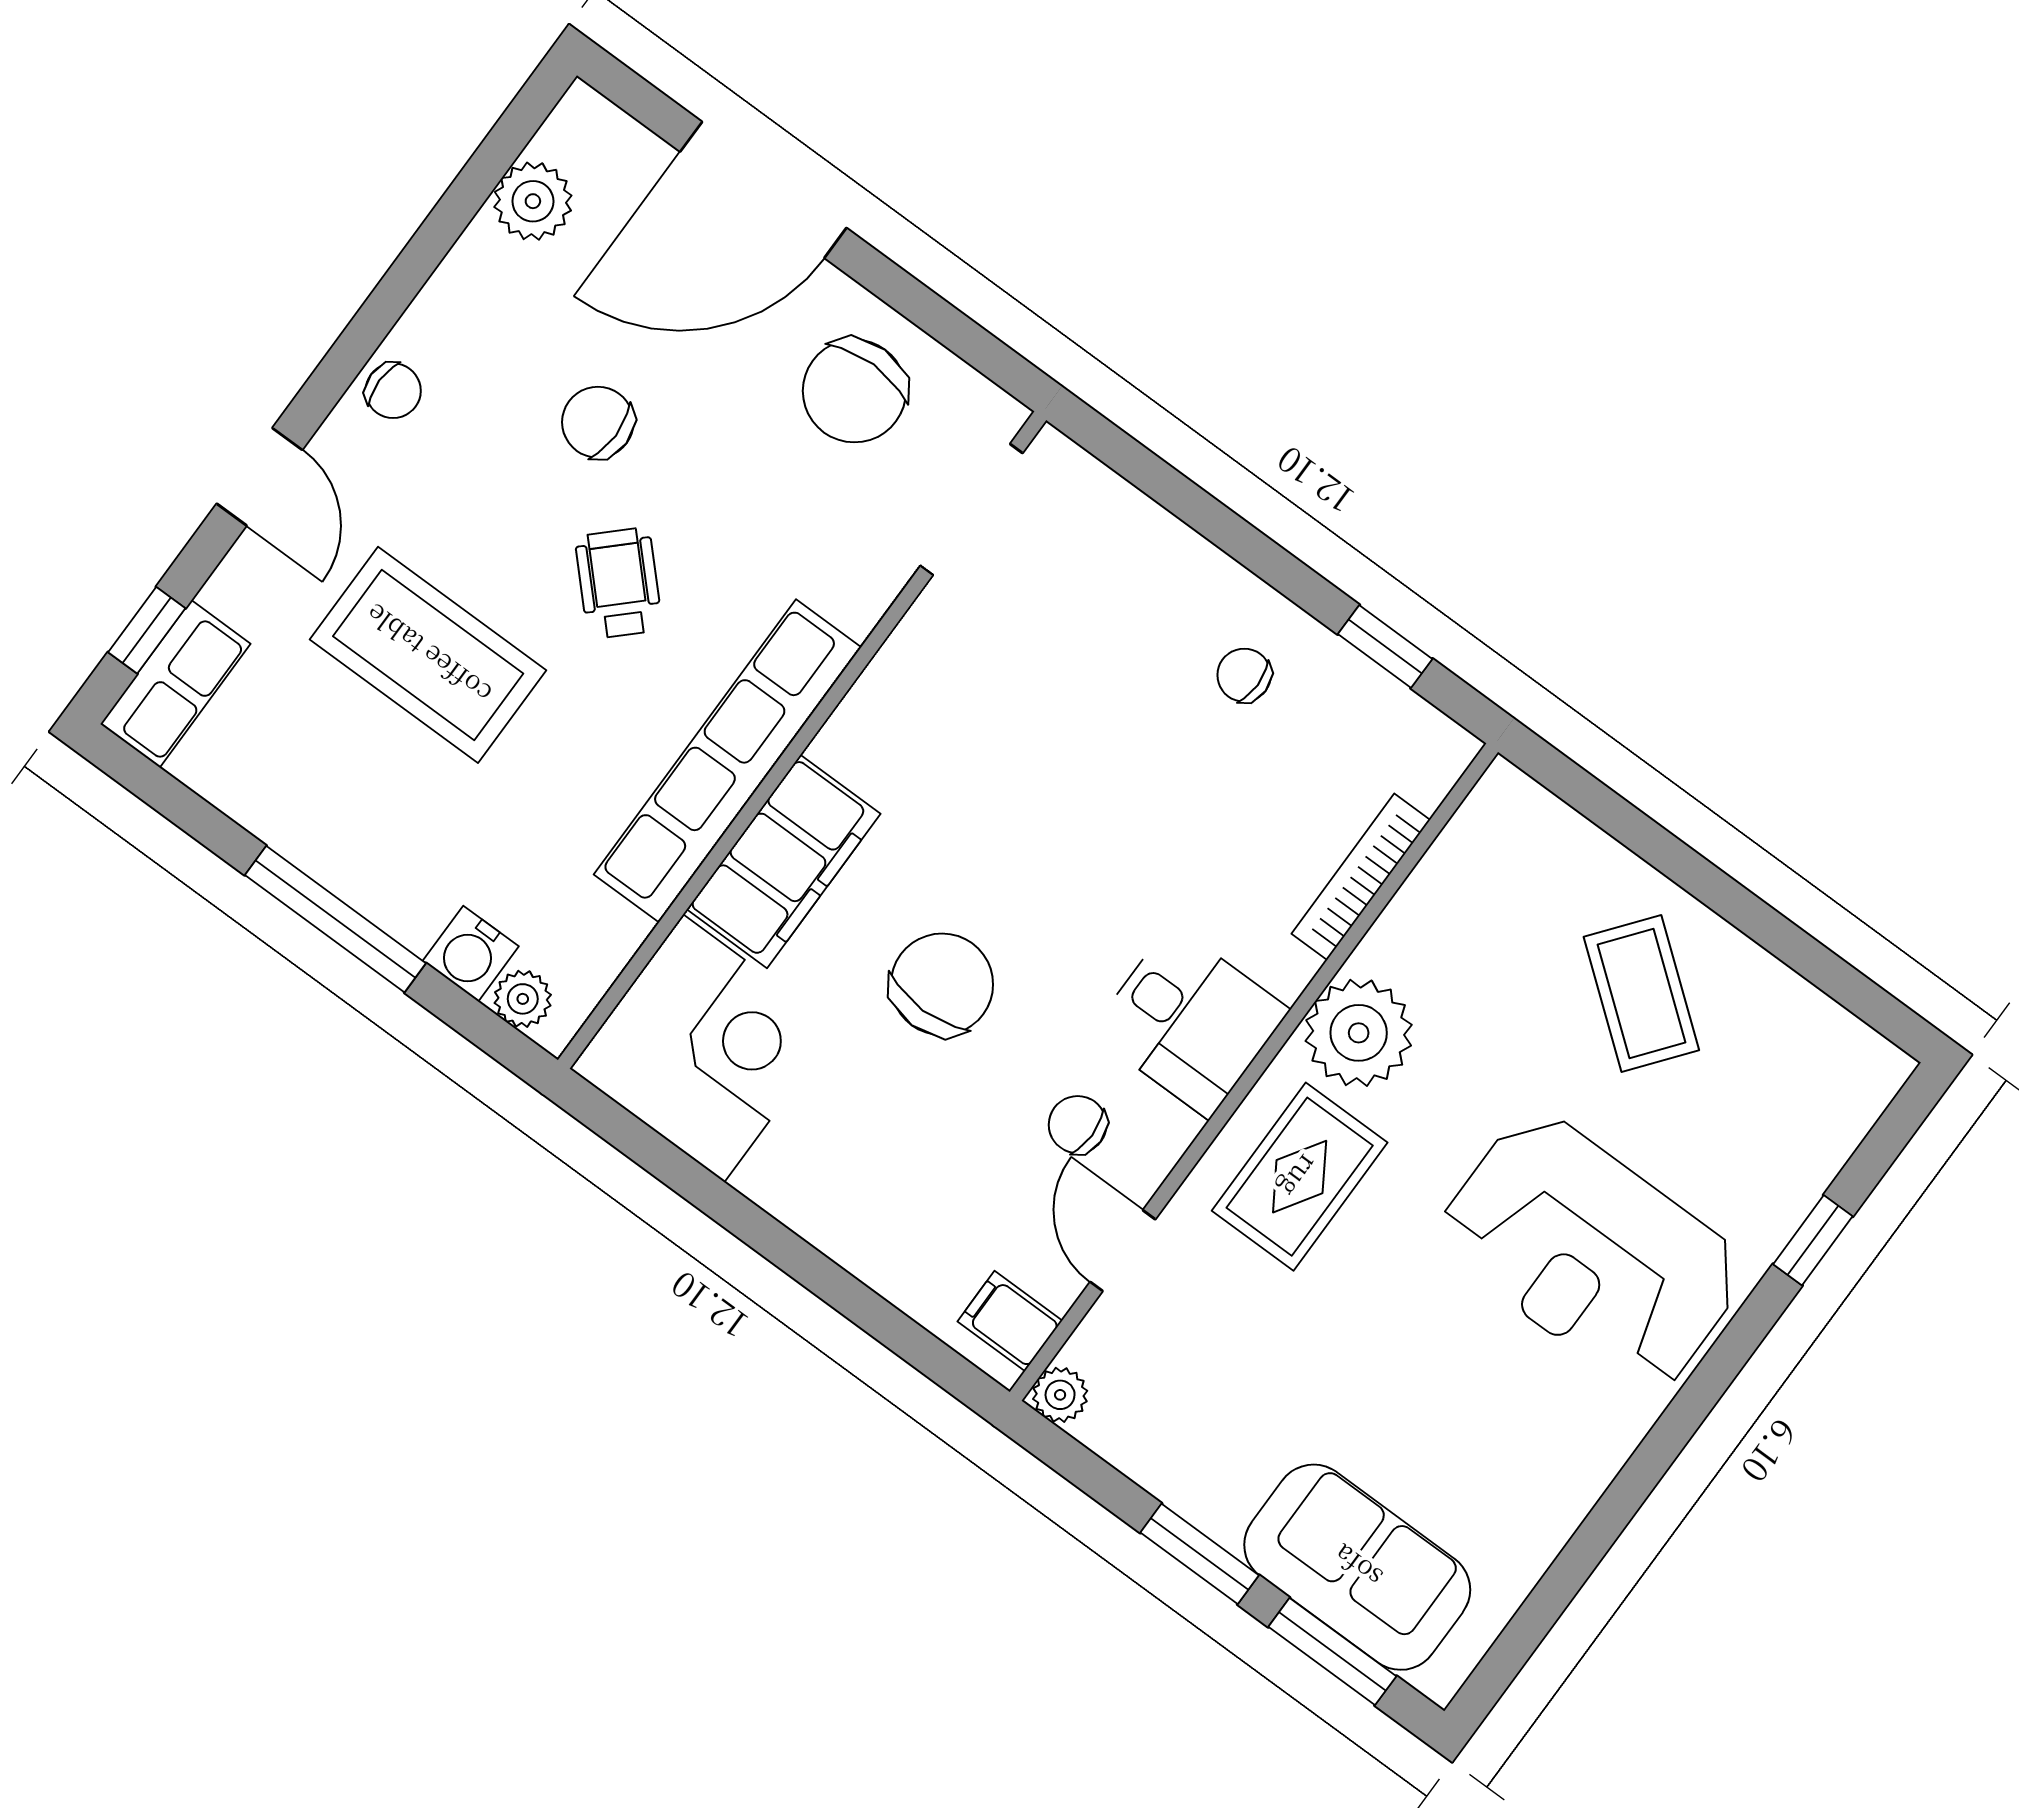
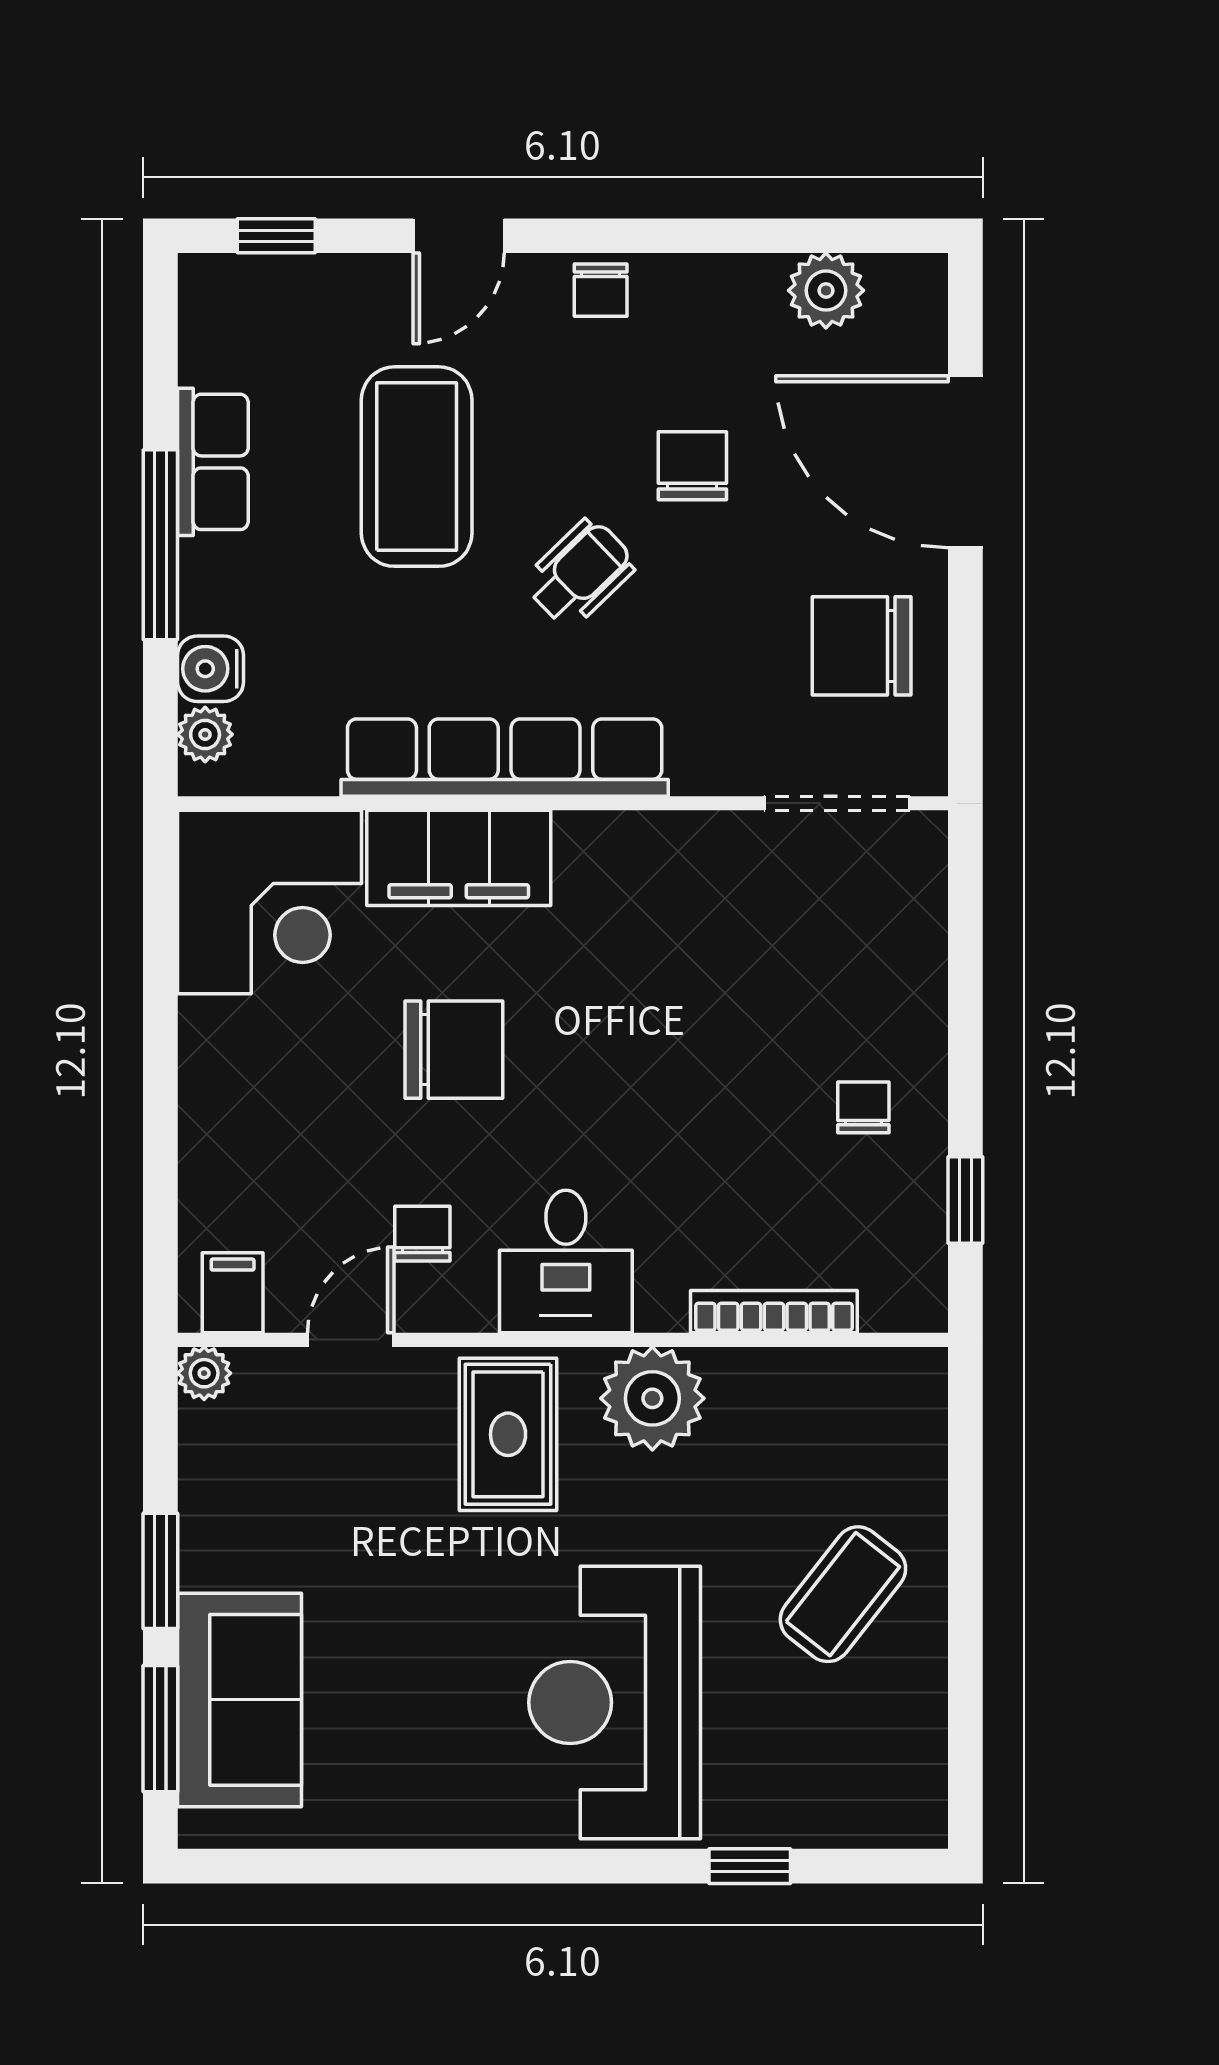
row of seats: (175, 684) -> (213, 462), moved, turned -90
rug: (1300, 1177) -> (508, 1434), turned 90

